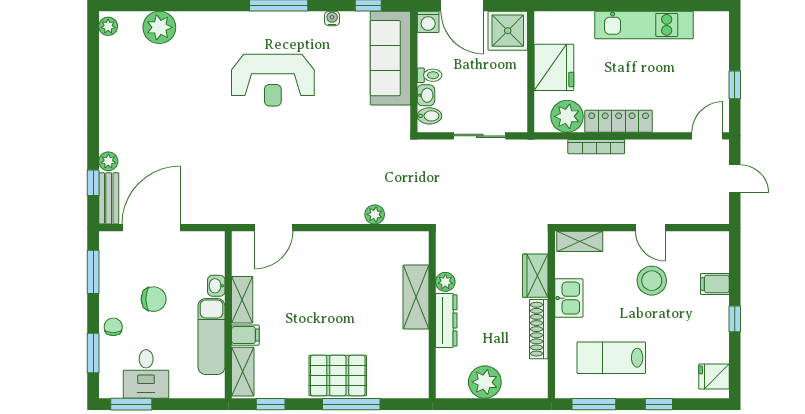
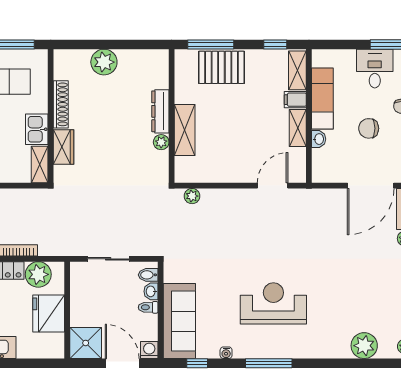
shelving: (580, 241) -> (40, 164), moved, turned 90
plant: (445, 282) -> (161, 142), moved
shelving: (416, 297) -> (185, 130), moved
wall: (432, 315) -> (172, 116), moved
dresser: (446, 320) -> (160, 111), moved

